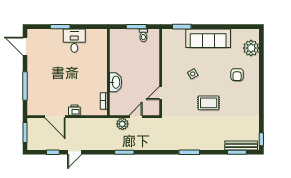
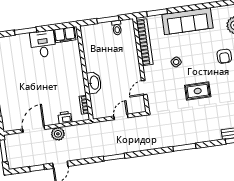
filing cabinet: (95, 35) -> (65, 35), added
bookcase: (167, 52) -> (145, 42), added
printer: (74, 110) -> (65, 118), moved
door: (55, 117) -> (34, 129), swing flipped
plant: (122, 124) -> (58, 134), moved

